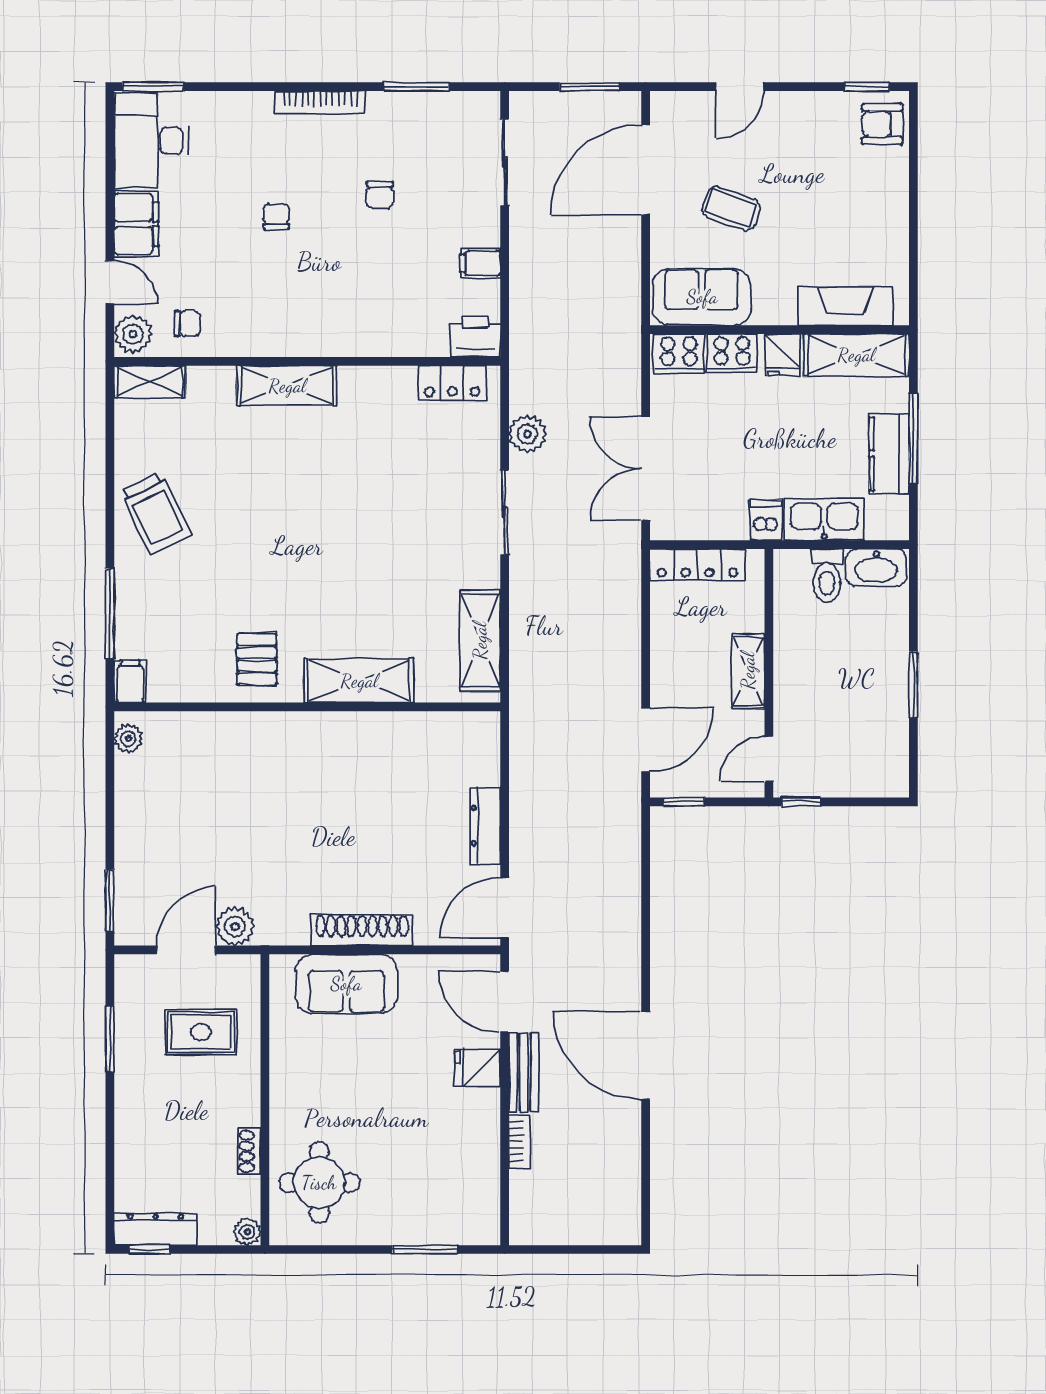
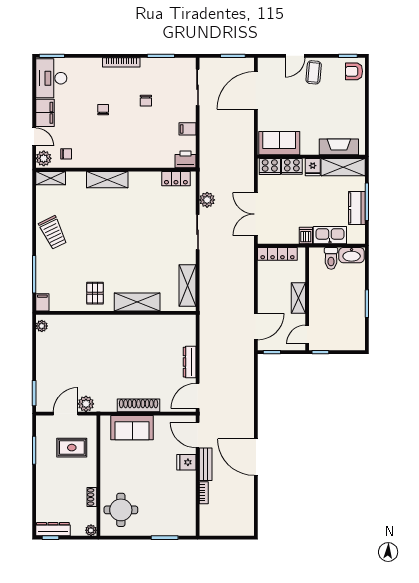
coffee table: (731, 209) -> (314, 72), moved, turned 76

